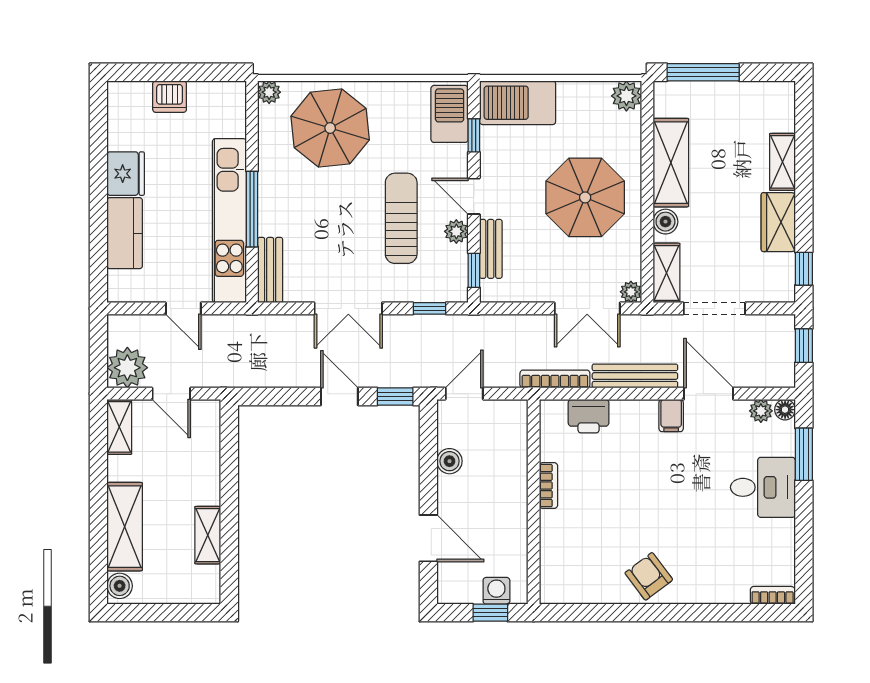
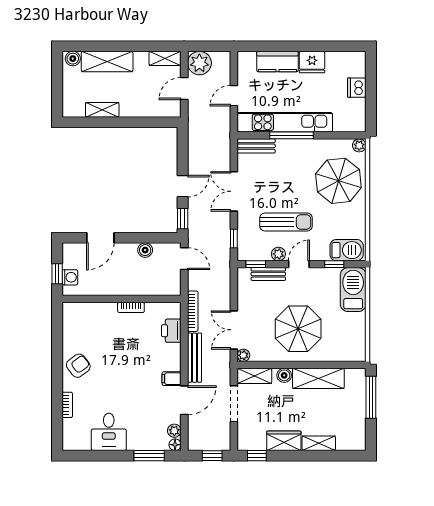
plant: (626, 96) -> (357, 353), removed
desk: (763, 487) -> (109, 432), moved
bookcase: (773, 595) -> (67, 405), moved

